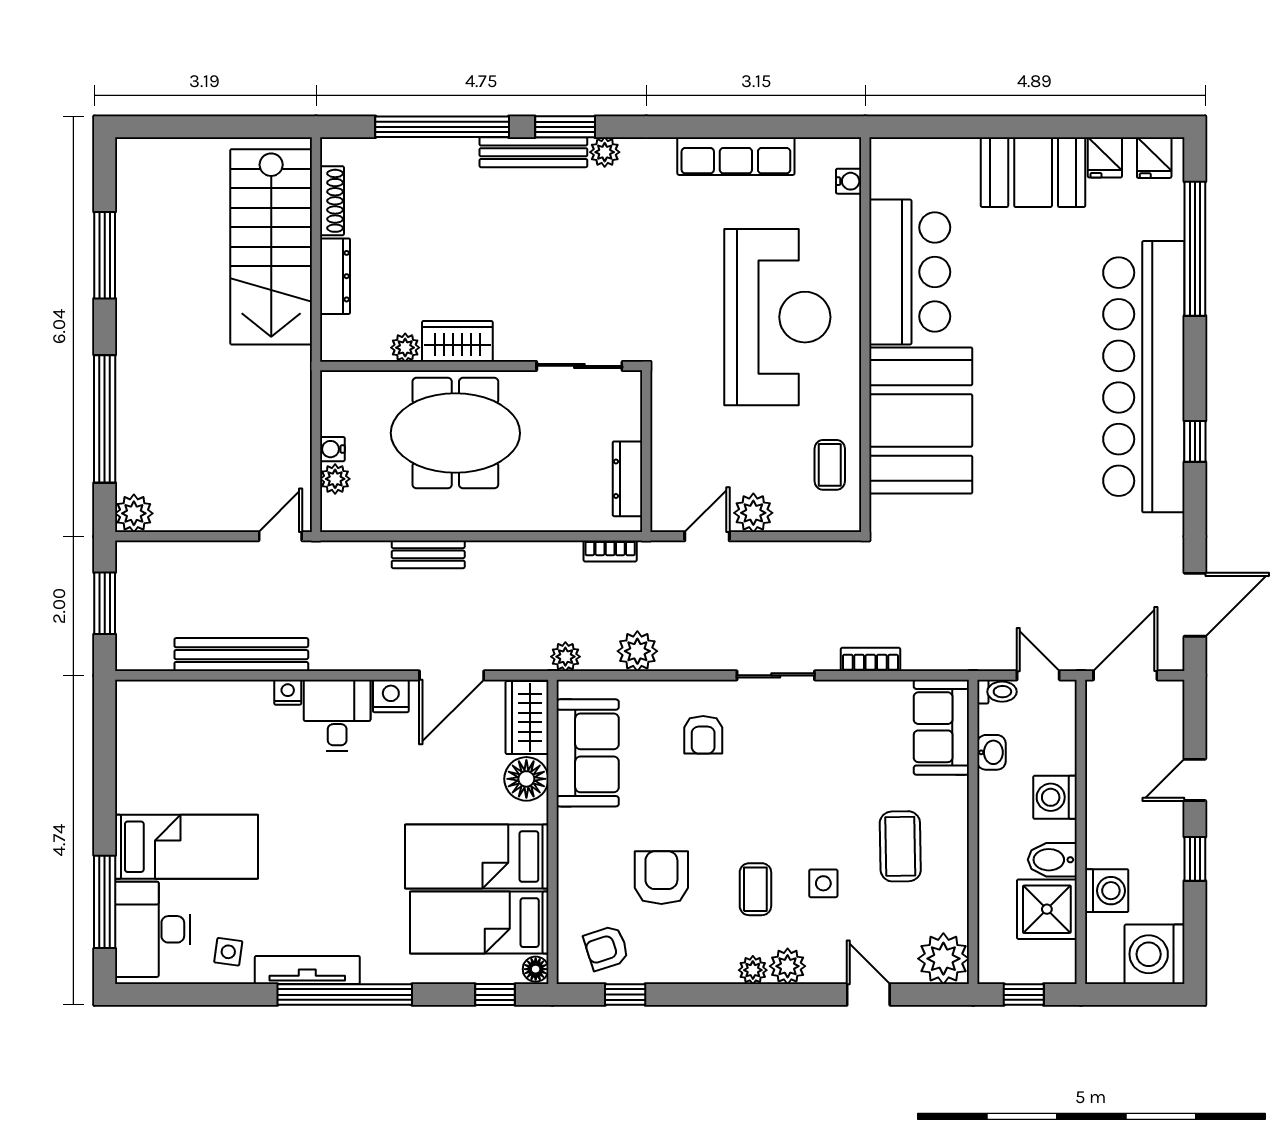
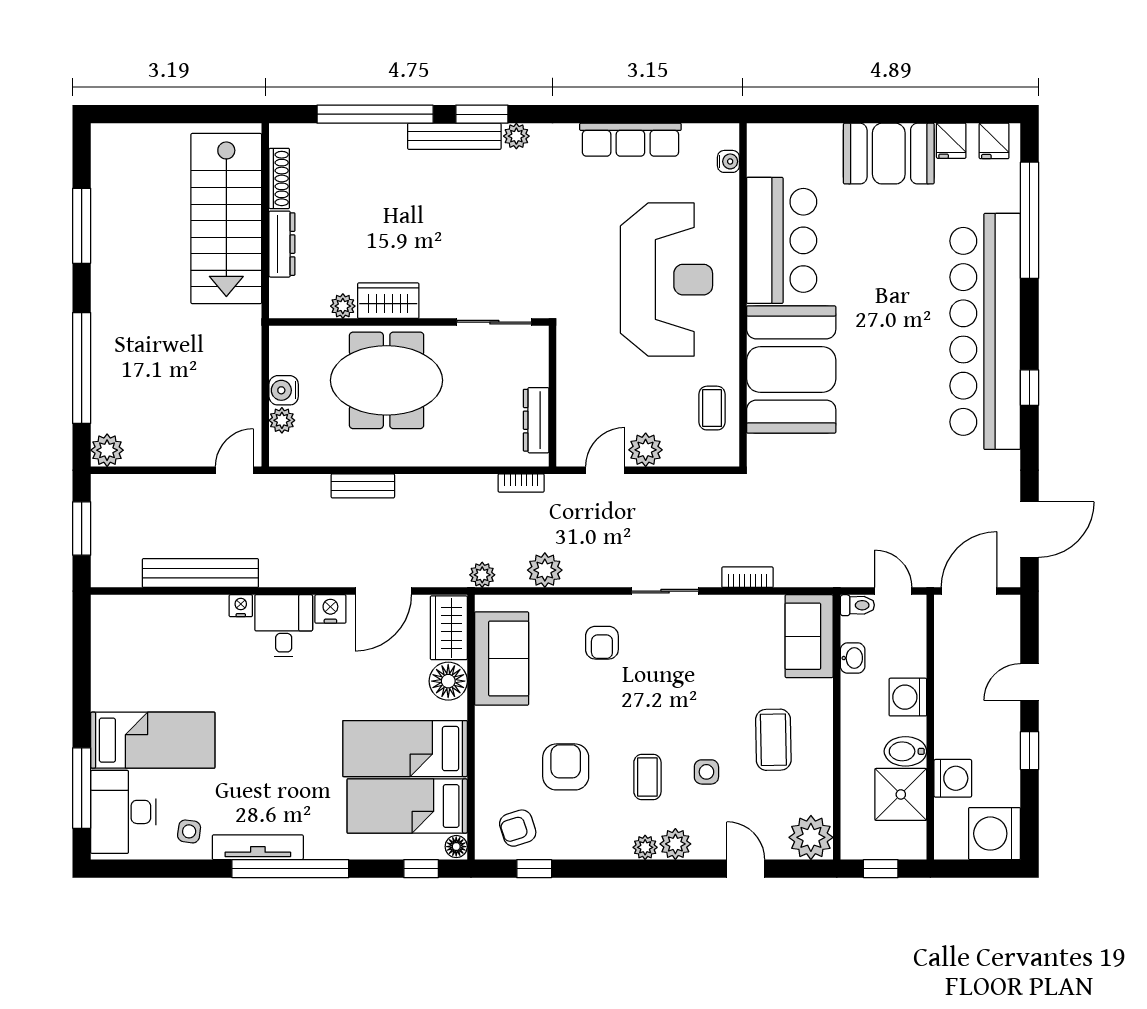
water cooler: (332, 449) -> (284, 390), width x1.38, depth x1.38

